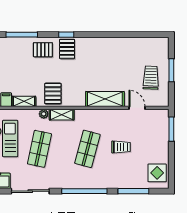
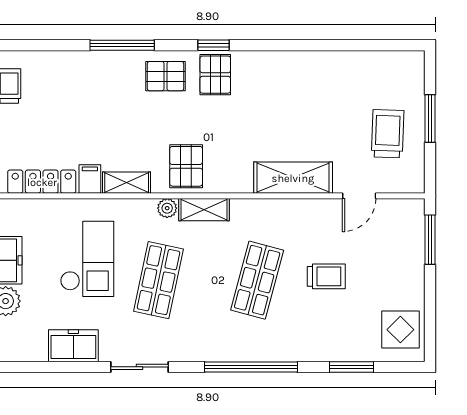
door: (137, 108) -> (359, 196), swing flipped
sliding door: (30, 191) -> (139, 367), width x0.73
window: (133, 191) -> (351, 367), width x0.69

